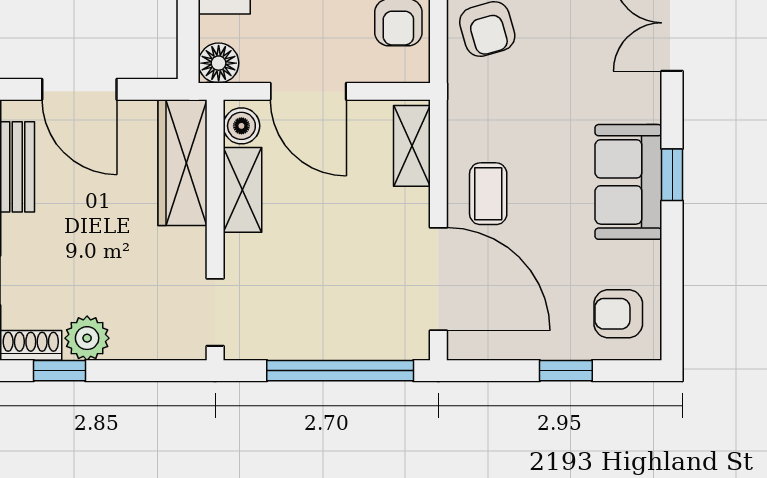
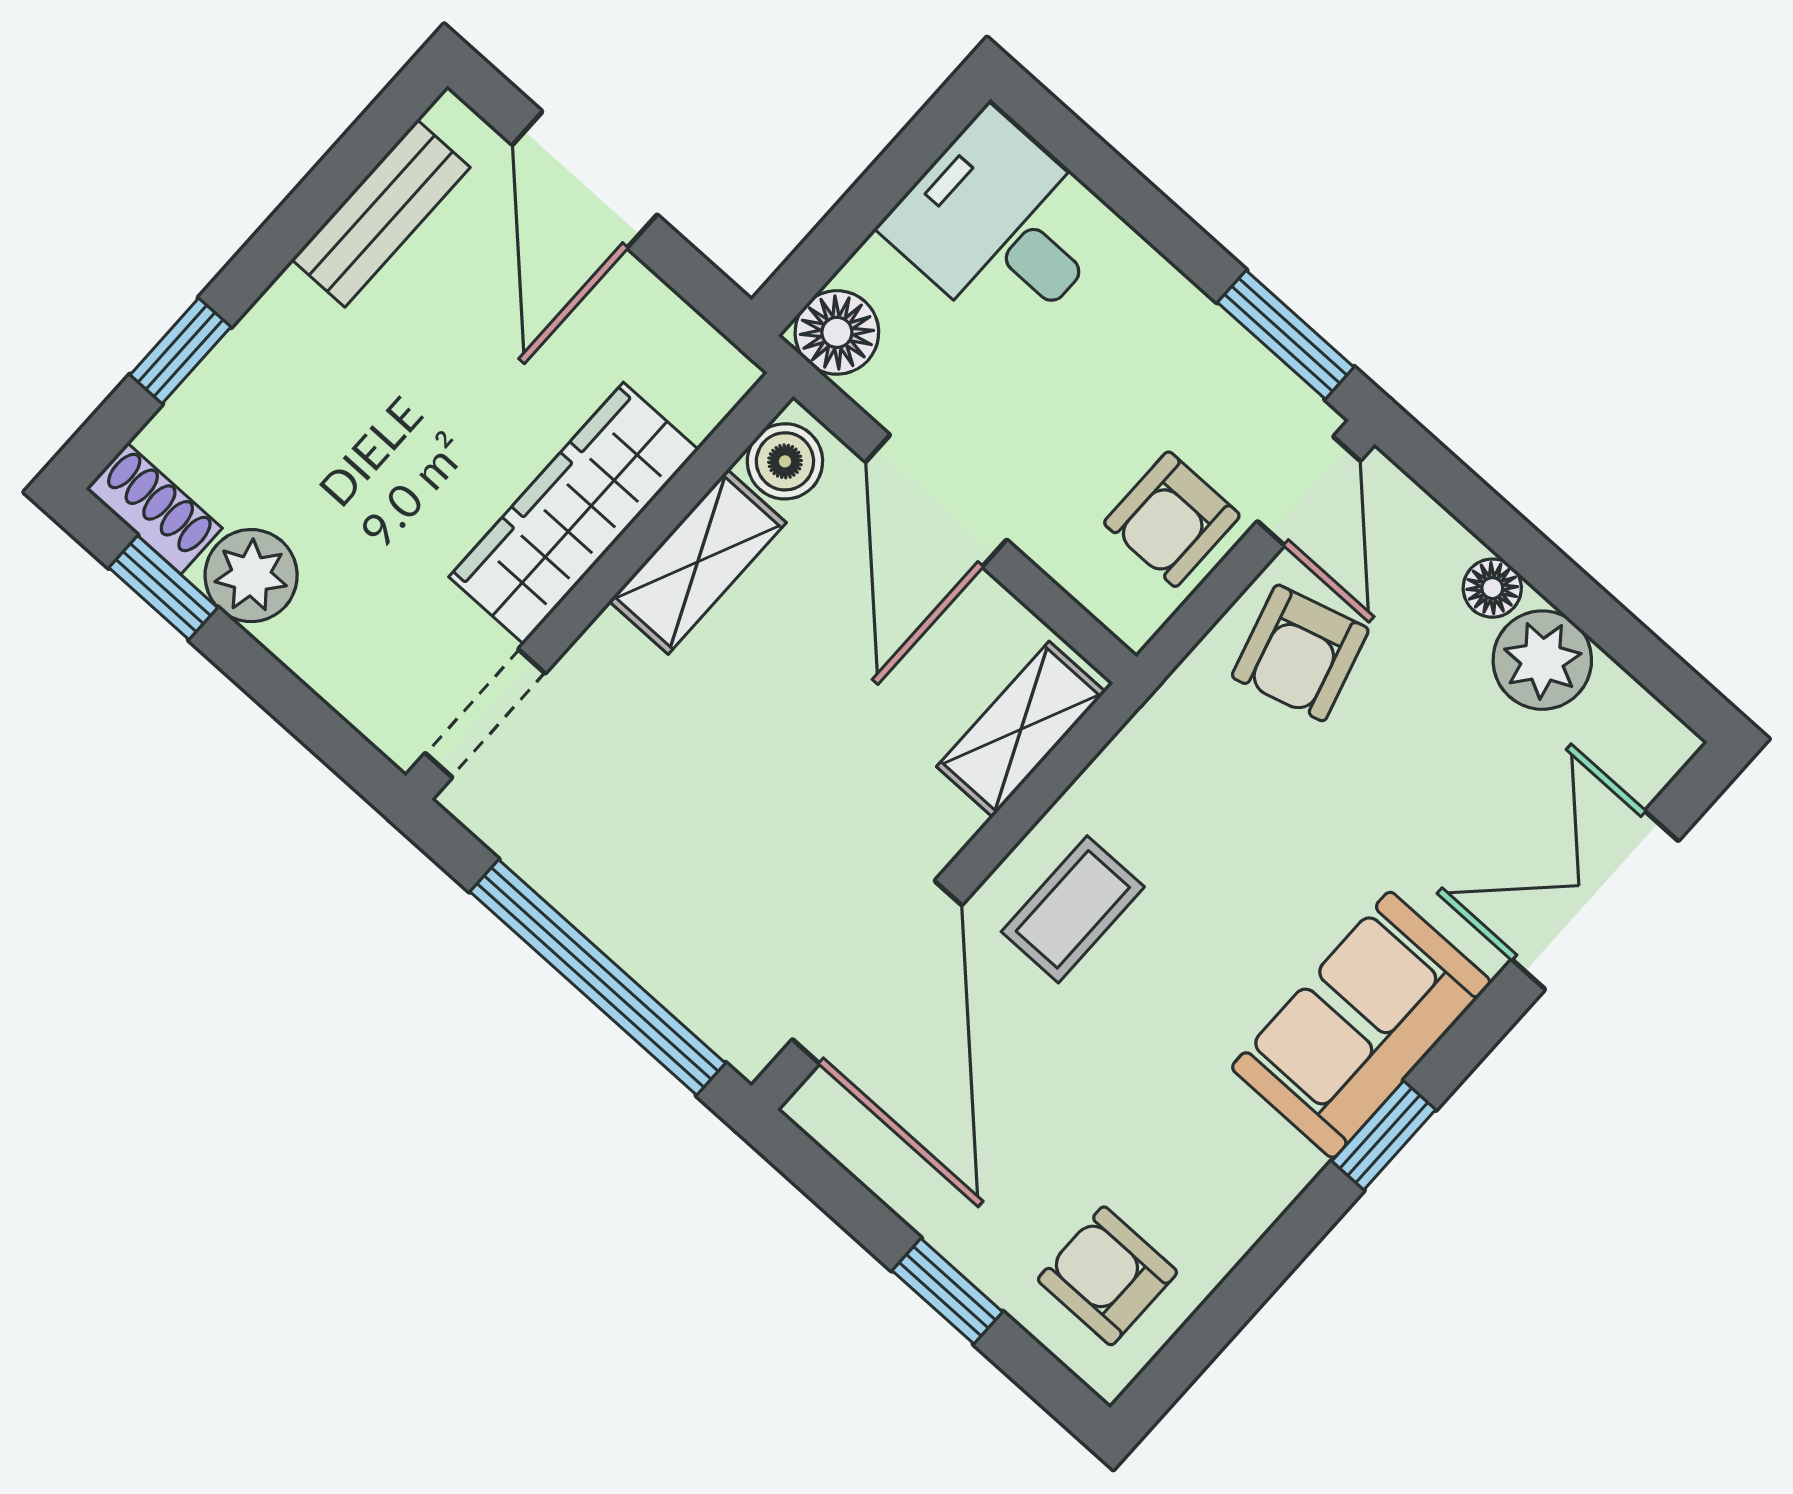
wardrobe: (182, 163) -> (574, 513), moved
sofa: (628, 182) -> (1361, 1025), moved

